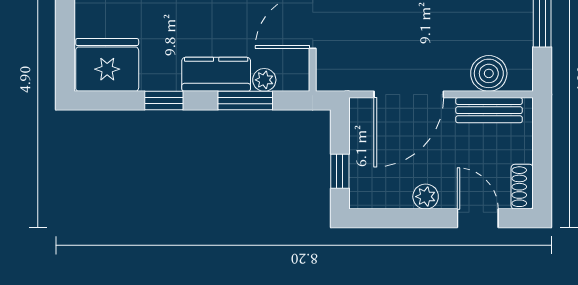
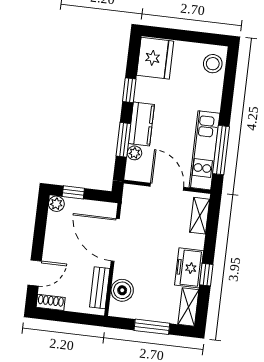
plant: (426, 197) -> (56, 204), moved

